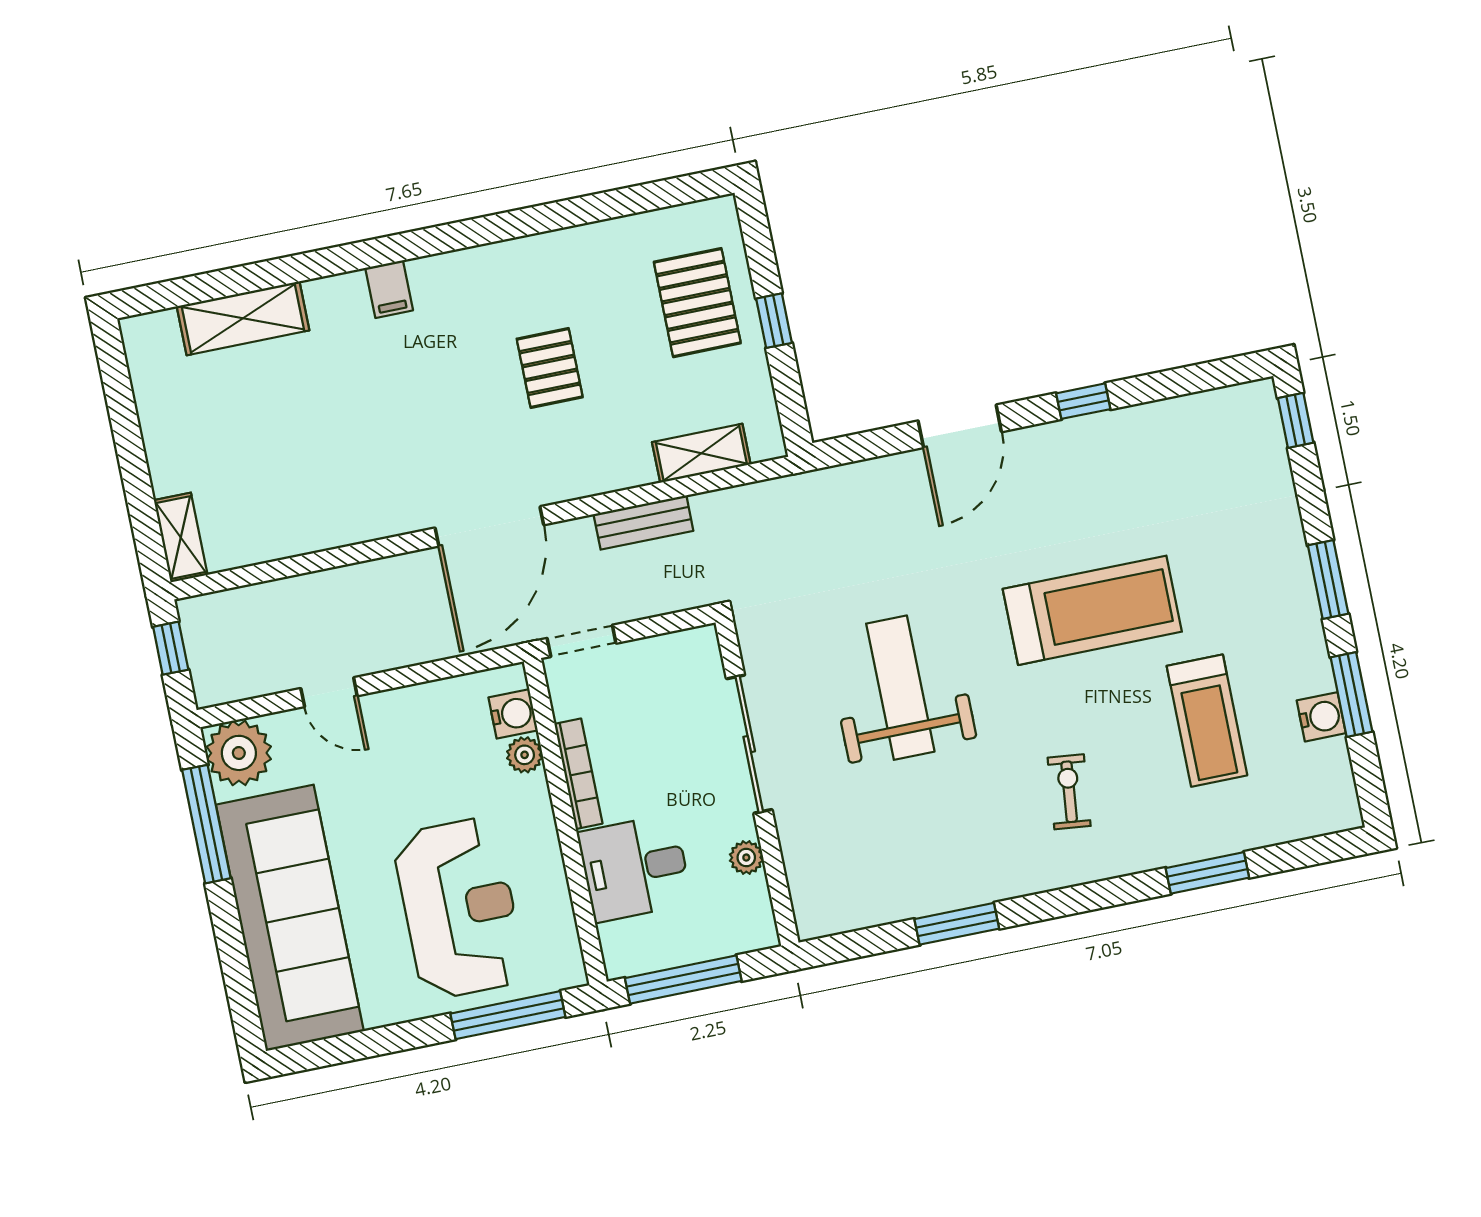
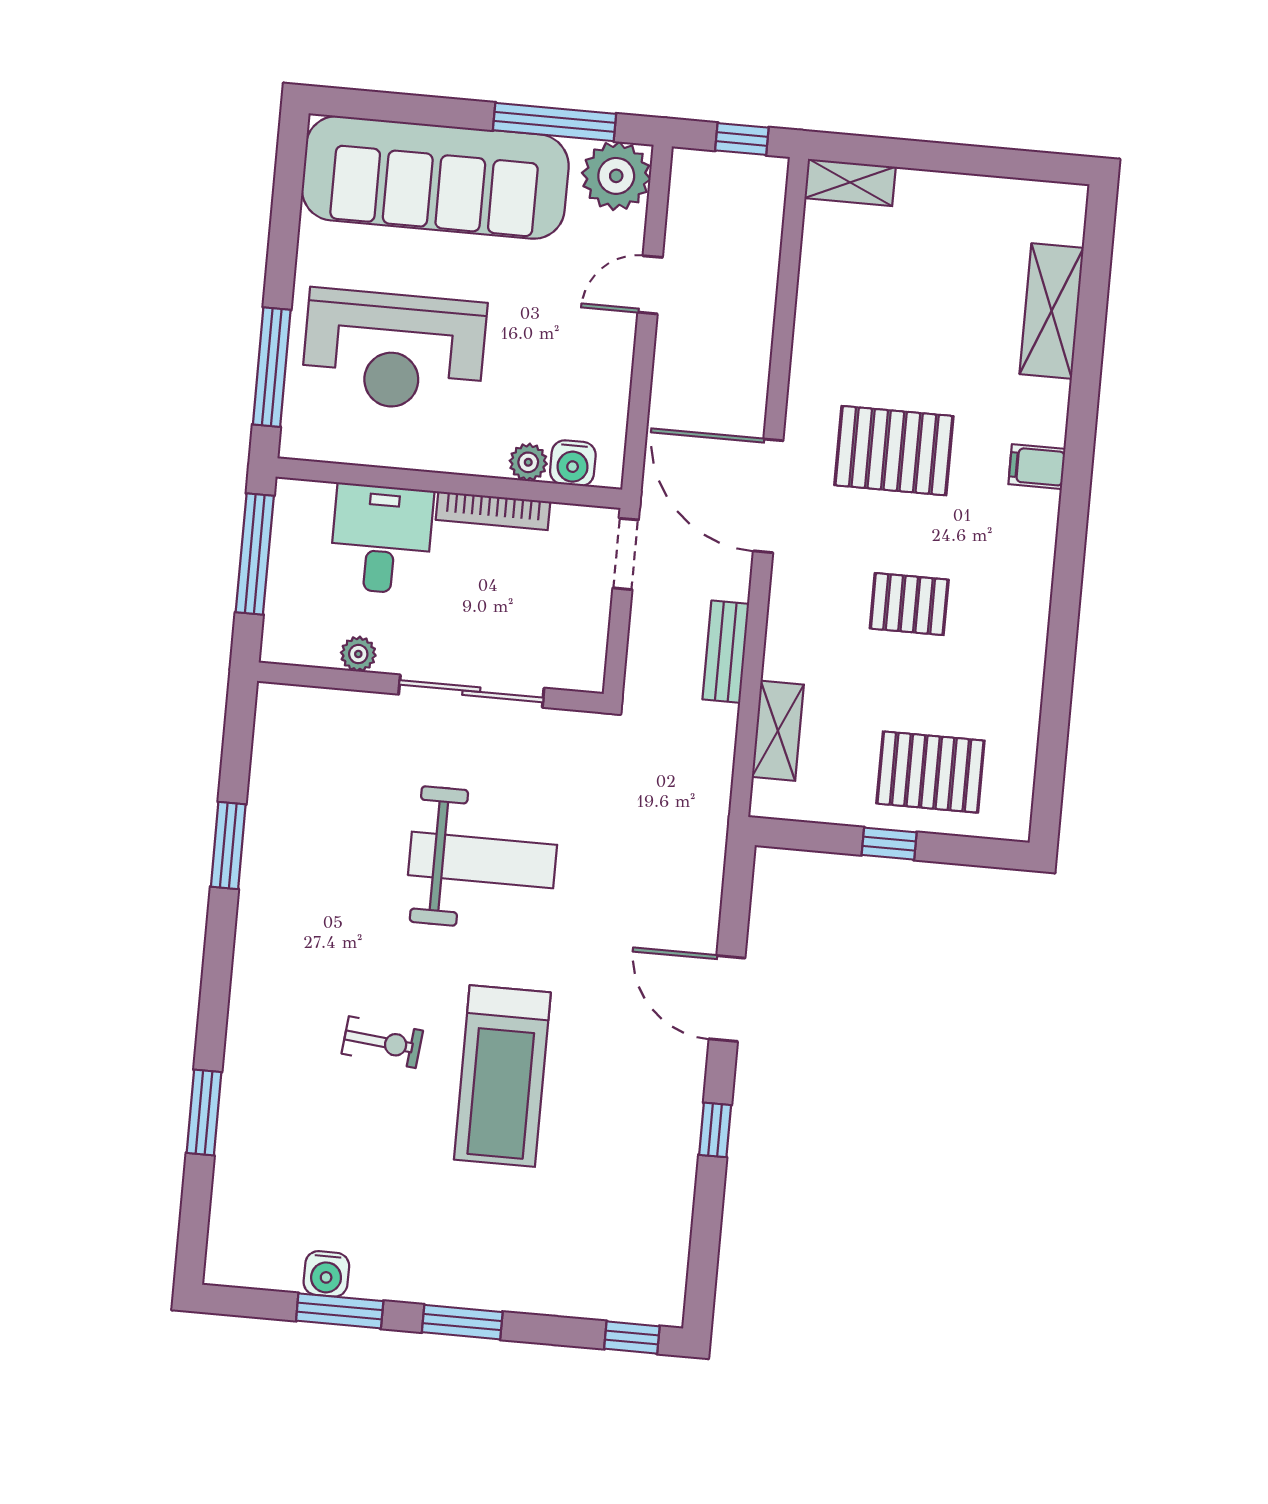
pallet: (414, 424) -> (894, 451), added
treadmill: (1207, 721) -> (357, 1158), removed
exercise bike: (1069, 792) -> (382, 1042), moved

